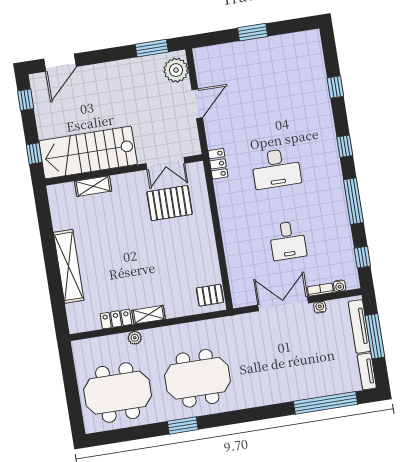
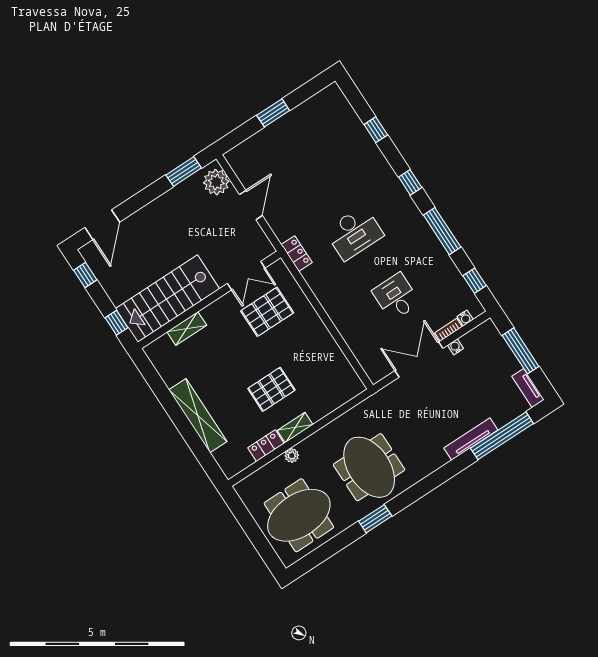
desk: (288, 240) -> (396, 297), turned 180
pallet: (210, 295) -> (271, 389), moved, width x1.50, depth x1.42
tv unit: (359, 326) -> (471, 439), moved, turned 90
meeting table: (198, 378) -> (369, 467), turned 90

